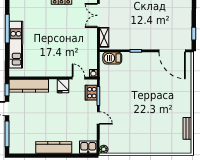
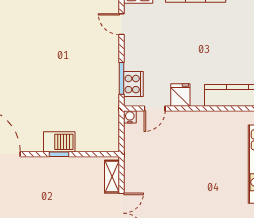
barbecue: (112, 58) -> (59, 142), moved
door: (79, 78) -> (155, 108), hinge flipped
door: (98, 118) -> (121, 24), moved

